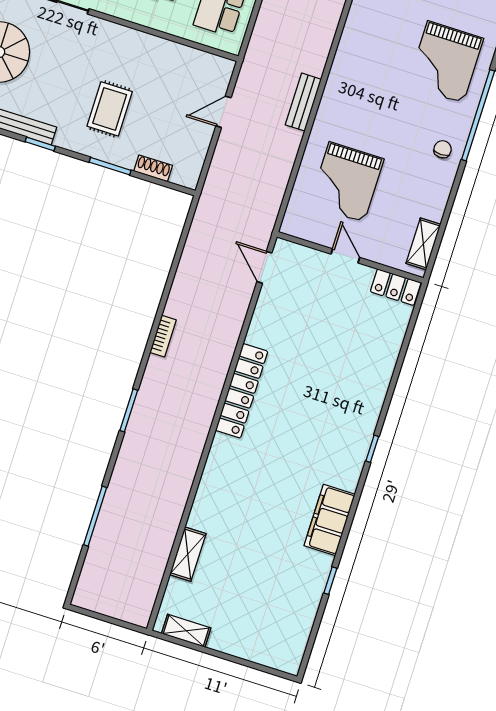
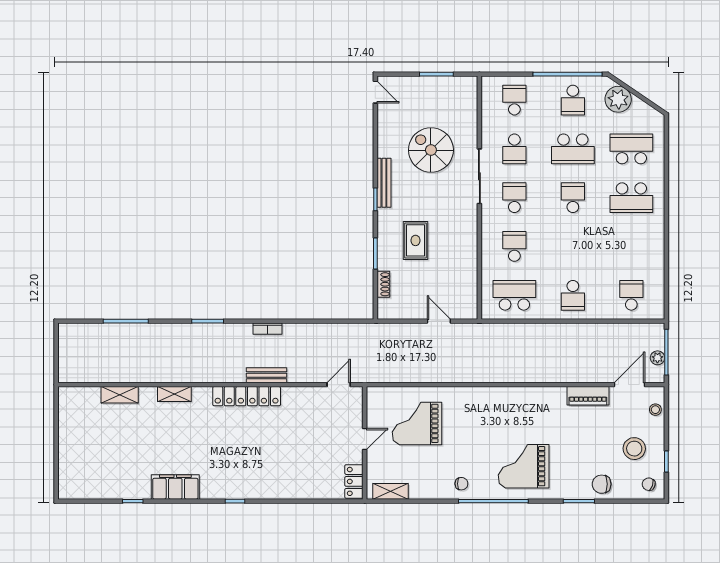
bench: (303, 102) -> (266, 375), moved
rug: (110, 109) -> (416, 240), turned 90
shelving: (186, 631) -> (174, 394), moved, turned 90

